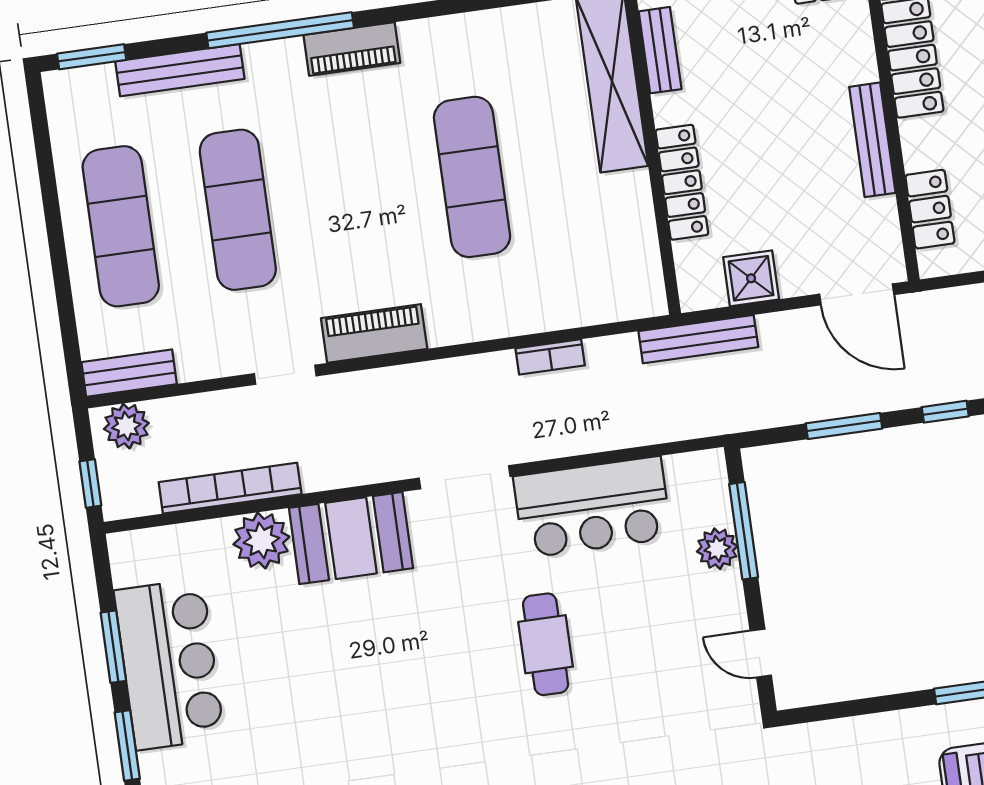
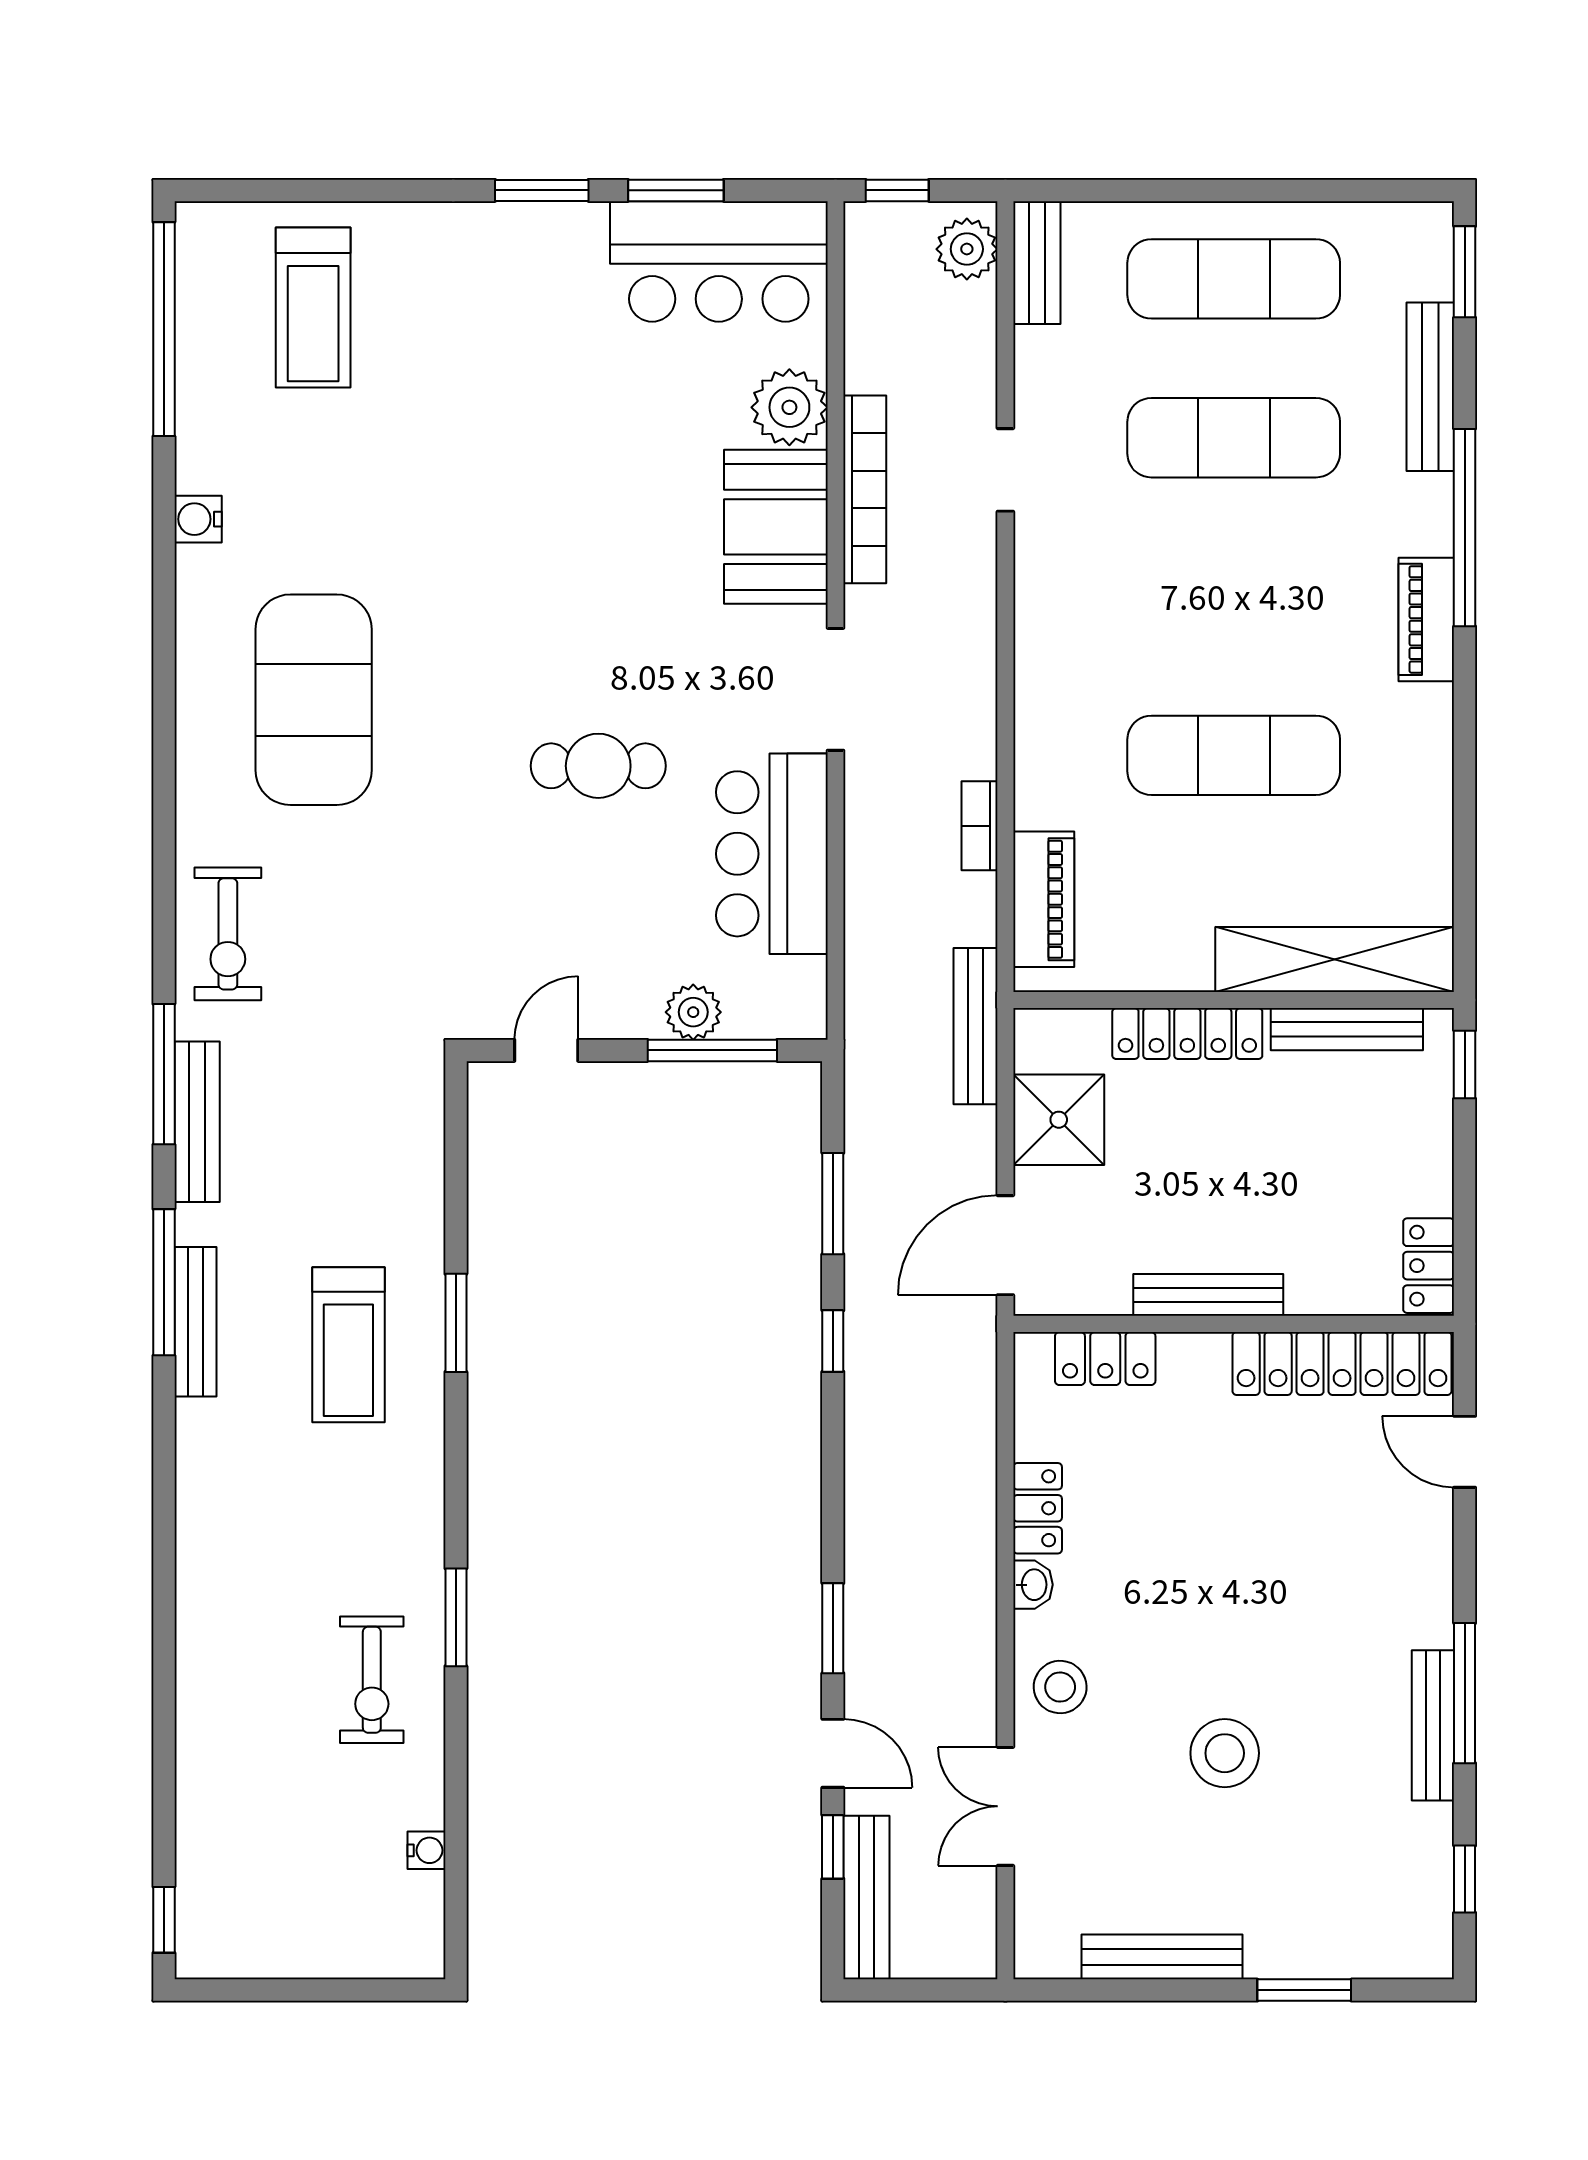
bench: (660, 50) -> (1347, 1029), width x1.36
shower: (751, 278) -> (1059, 1120), width x1.36, depth x1.36
piano: (374, 333) -> (1044, 899), moved
bookcase: (230, 488) -> (865, 489), moved
bar counter: (169, 664) -> (719, 261), moved

